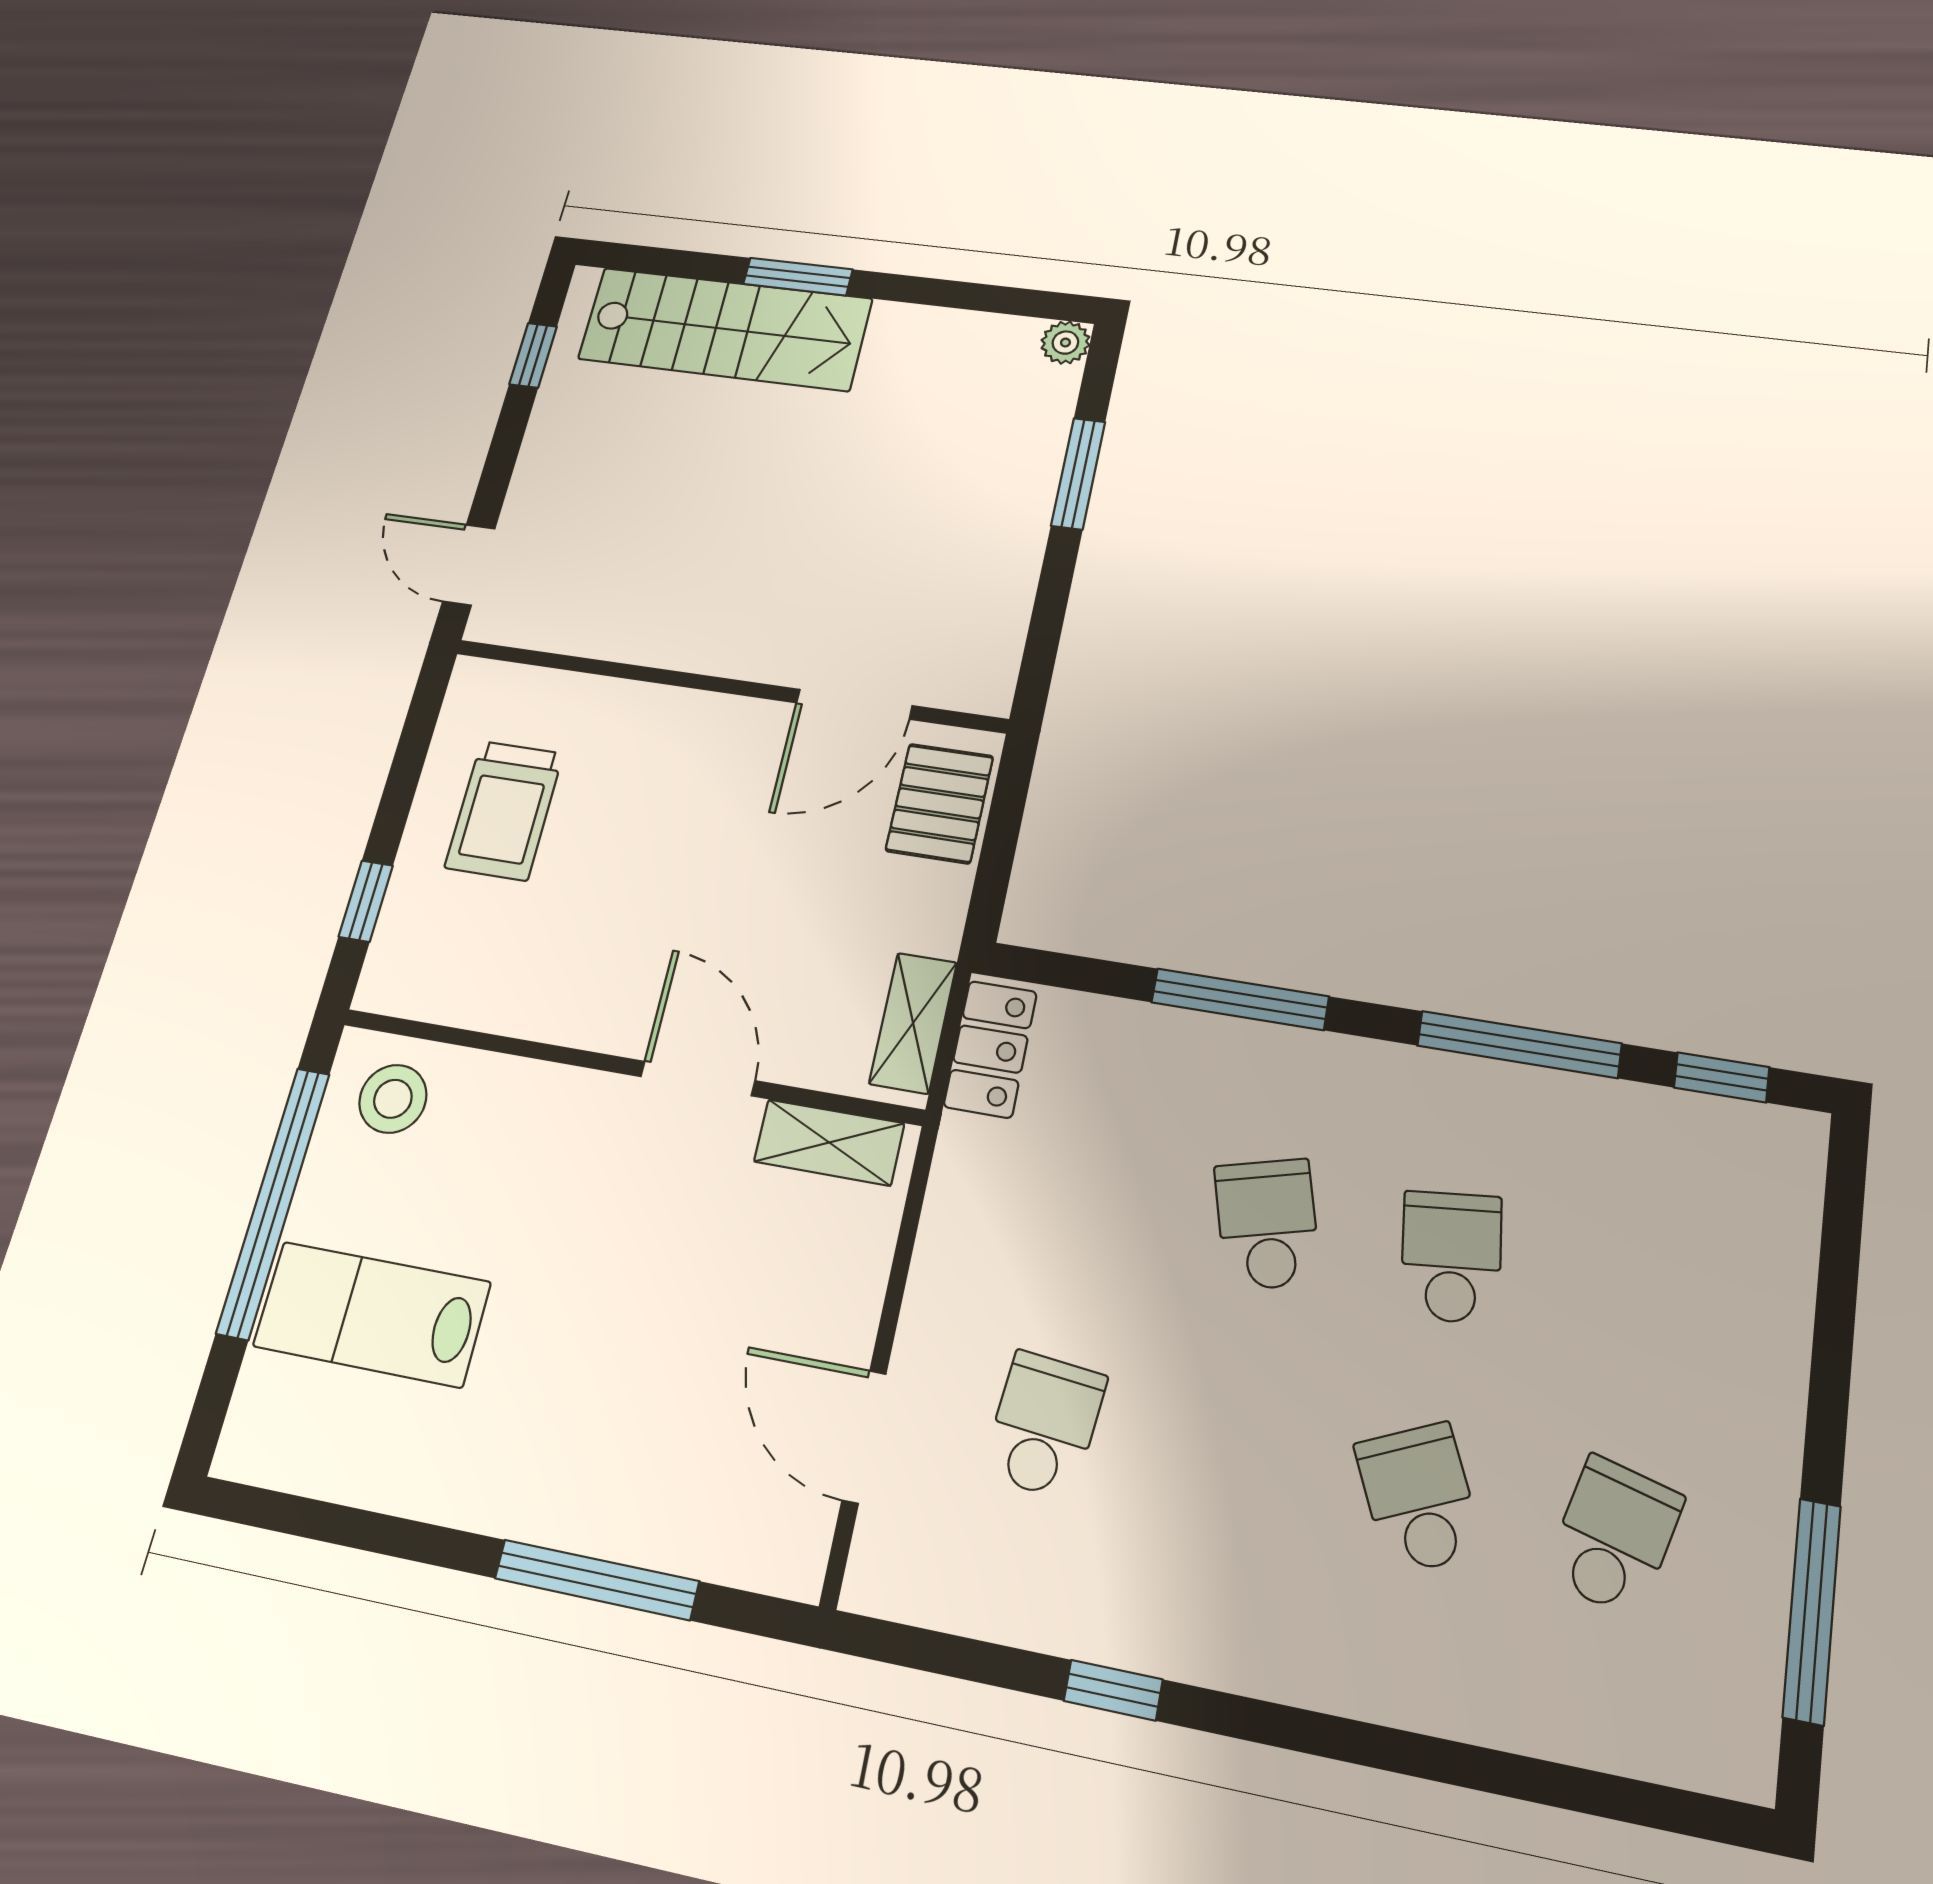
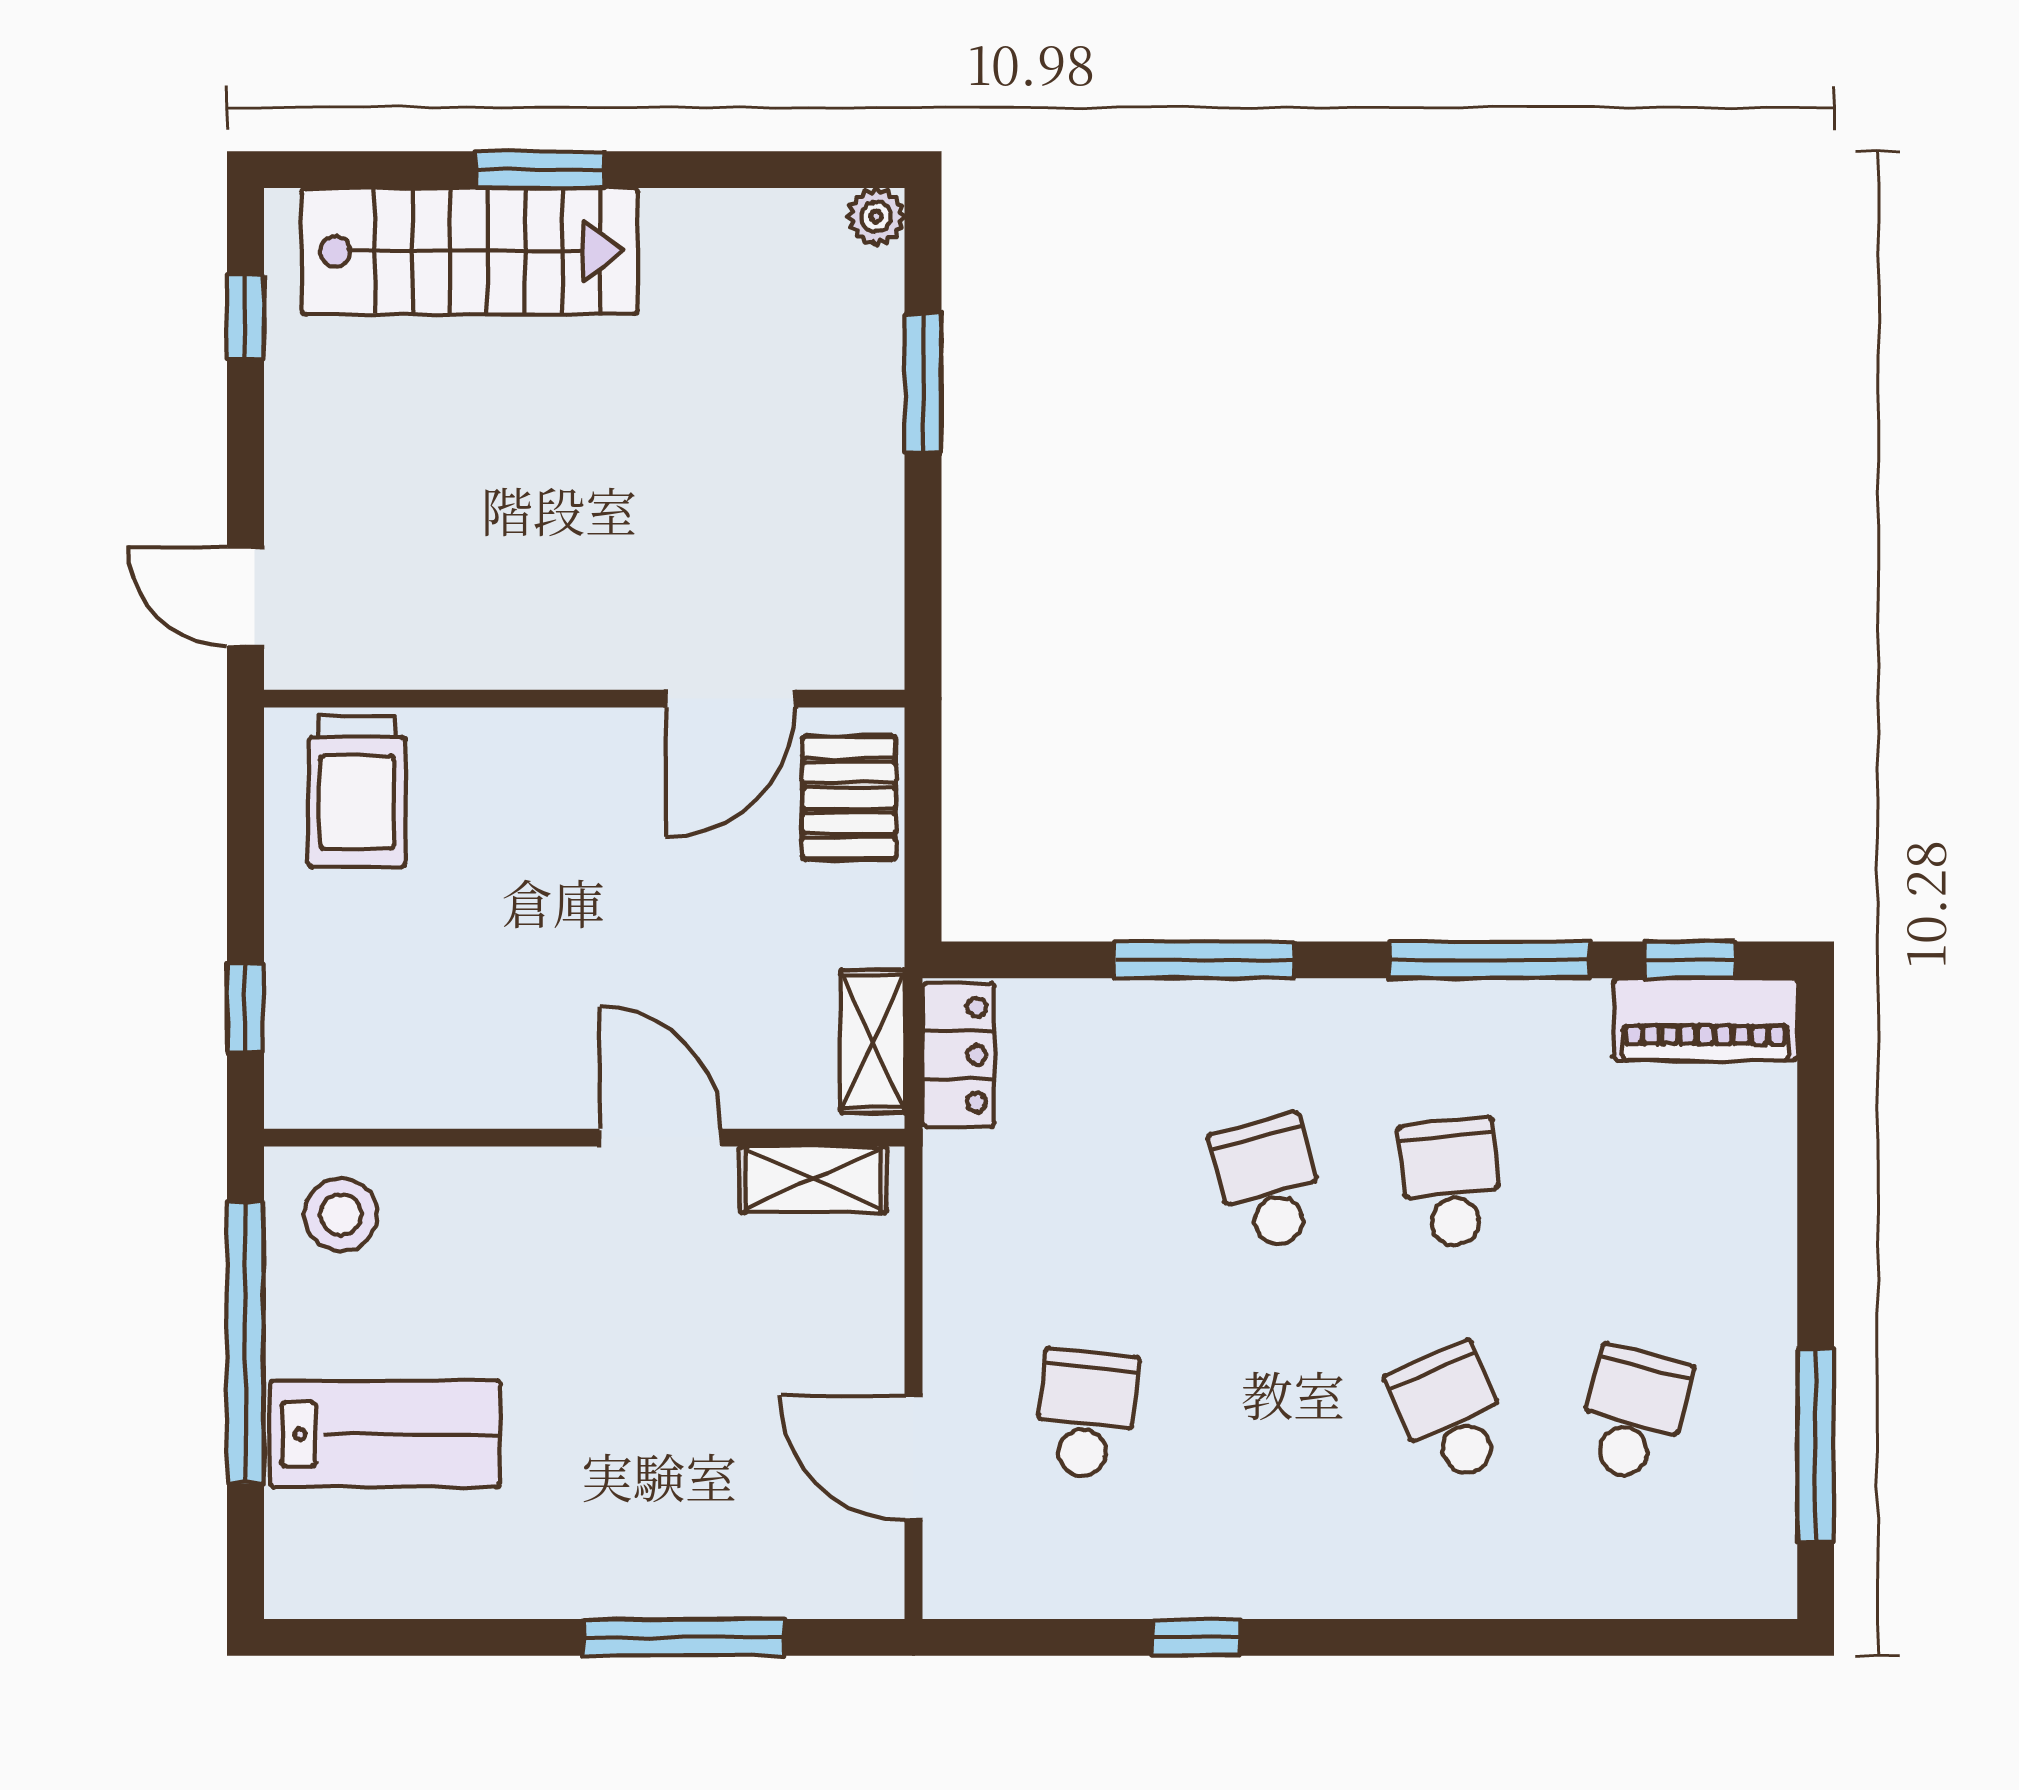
trolley: (504, 810) -> (357, 792), moved
piano: (1732, 1138) -> (1705, 1019), added
lab bench: (372, 1314) -> (385, 1434), turned 180

